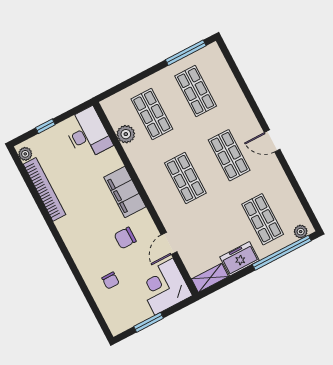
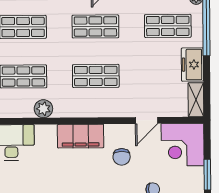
plant: (126, 134) -> (43, 109), moved
door: (169, 243) -> (146, 120), hinge flipped

